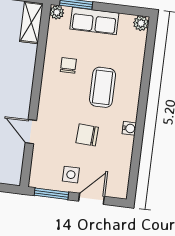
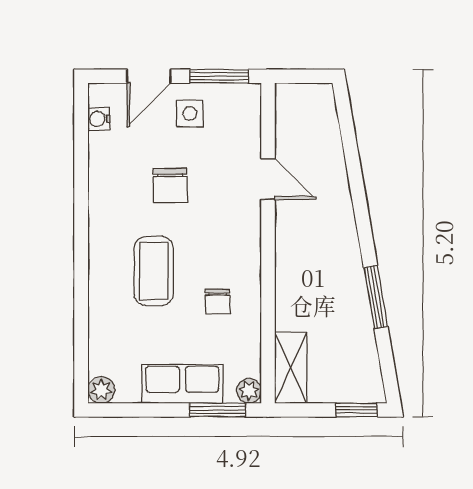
water cooler: (129, 128) -> (99, 119), moved
chair: (87, 135) -> (170, 185), turned 87

